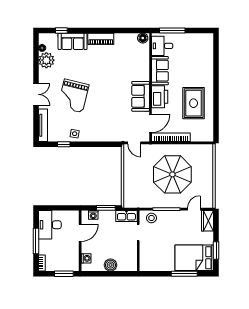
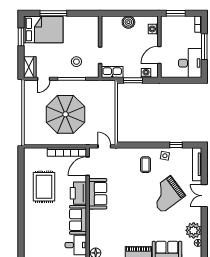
grand piano: (73, 96) -> (166, 194), turned -141
coffee table: (94, 125) -> (145, 165), added
stool: (151, 218) -> (76, 62), moved

